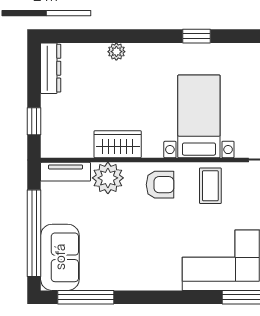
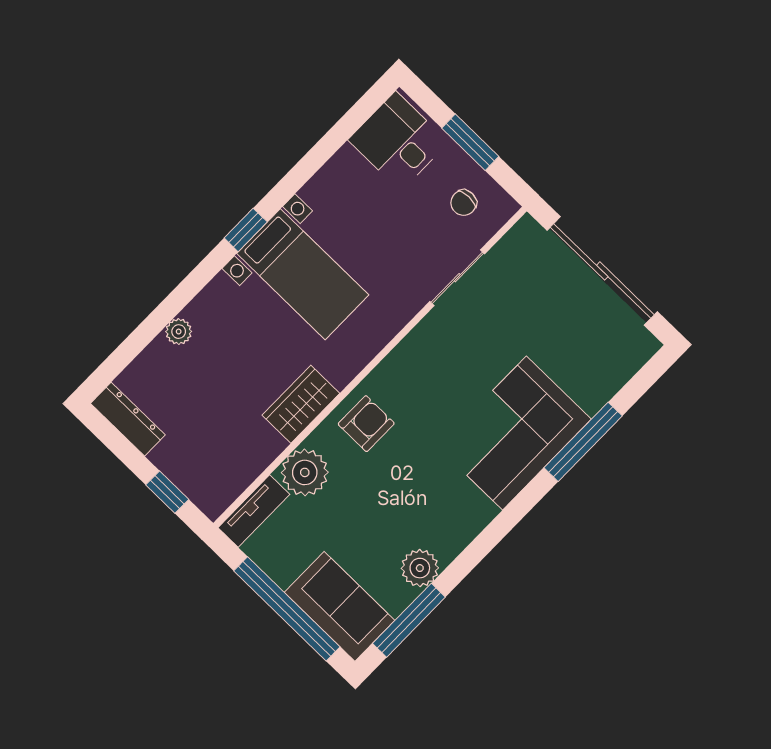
bed with nightstands: (199, 116) -> (303, 274), moved, turned 180
wardrobe: (118, 144) -> (301, 404), moved
coffee table: (210, 186) -> (420, 371), removed
plant: (116, 278) -> (420, 568), added

